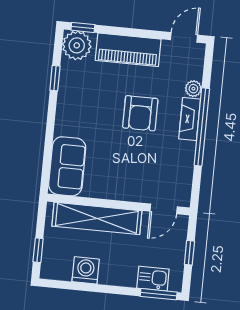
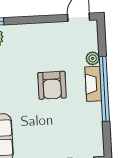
piano: (128, 50) -> (34, 34), removed

